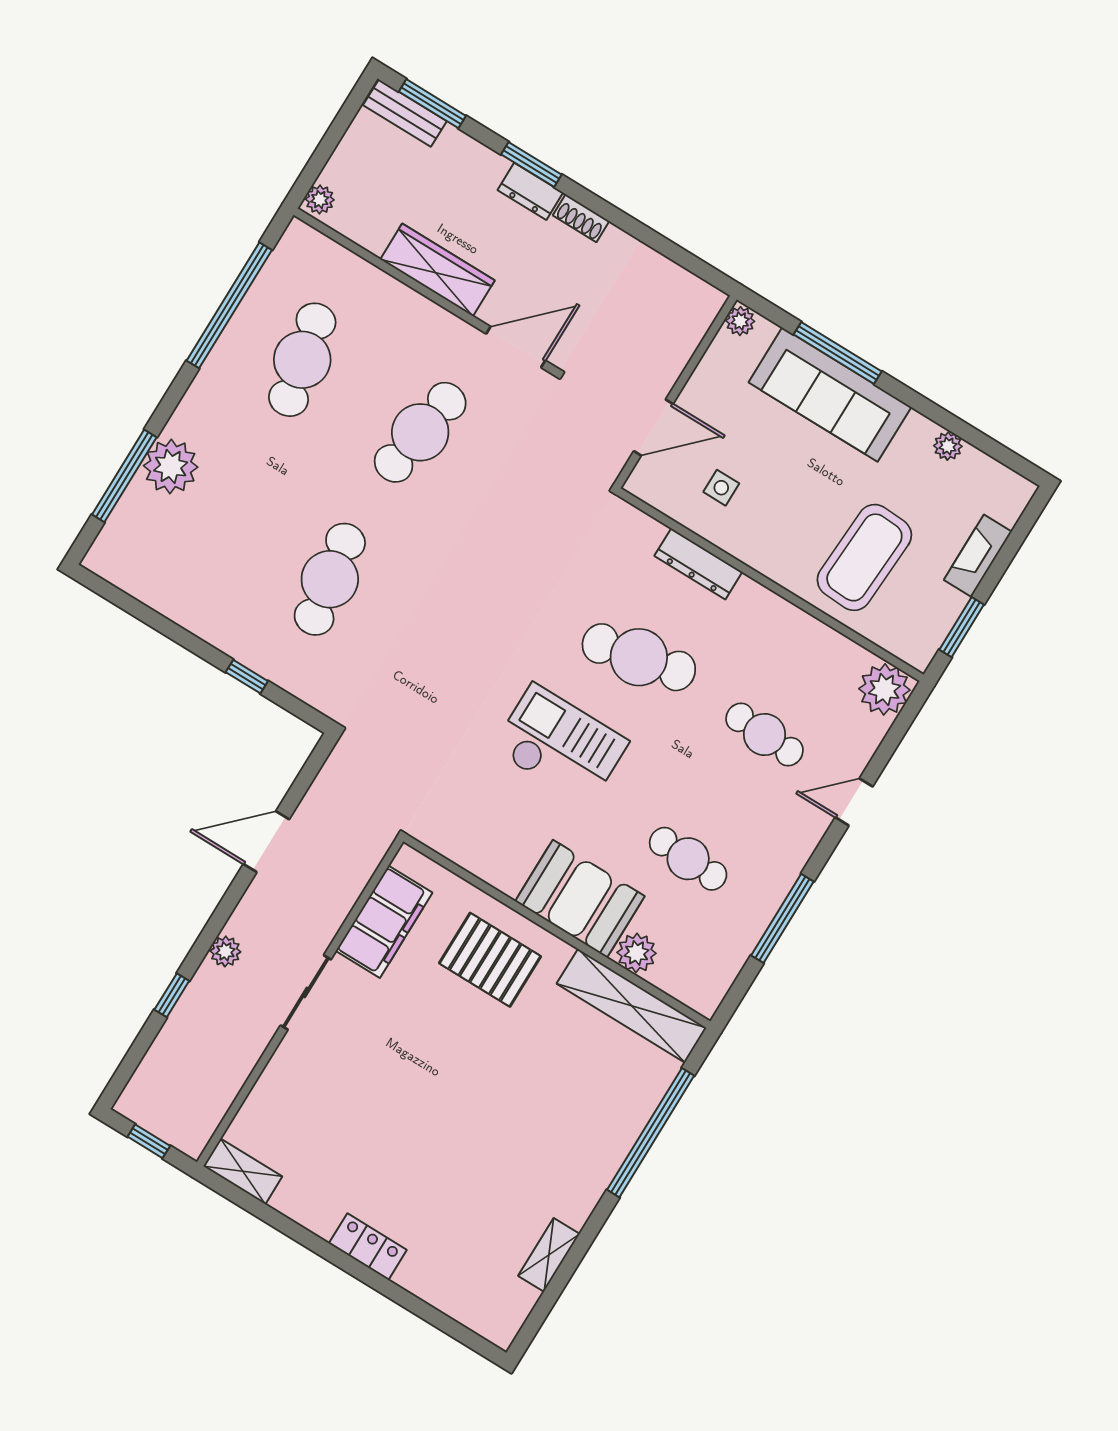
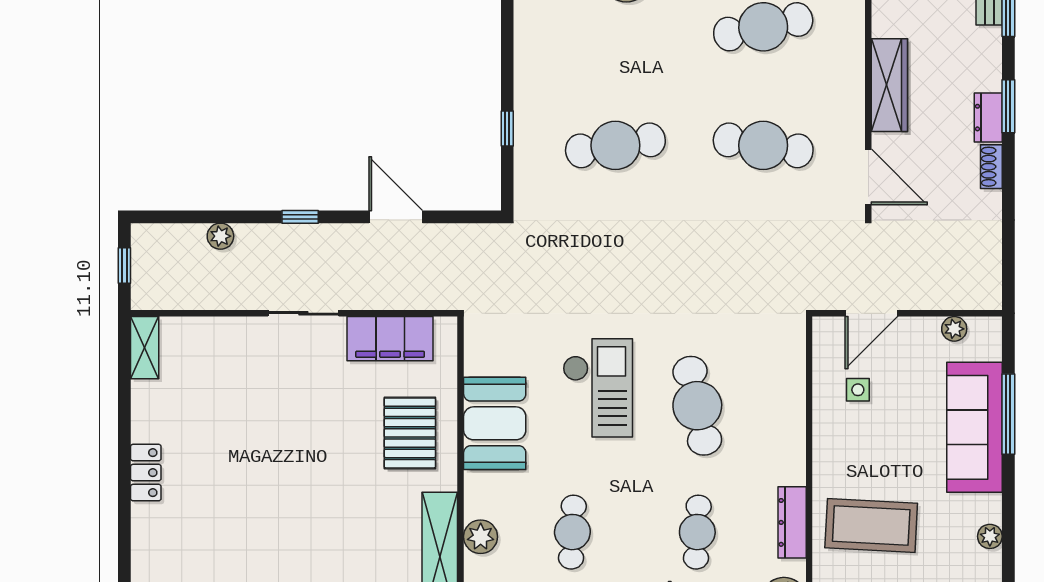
plant: (740, 321) -> (954, 329), moved
door: (653, 427) -> (871, 313), hinge flipped
dresser: (698, 564) -> (792, 522), moved
booth: (580, 899) -> (495, 423), moved
plant: (225, 951) -> (220, 236), moved
window: (172, 995) -> (300, 217), moved

